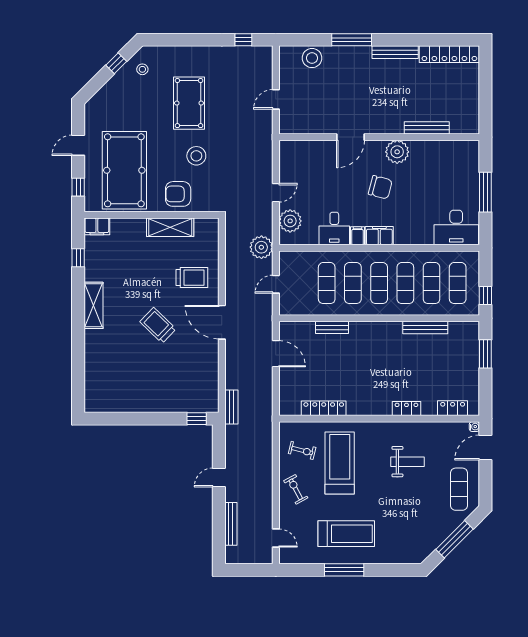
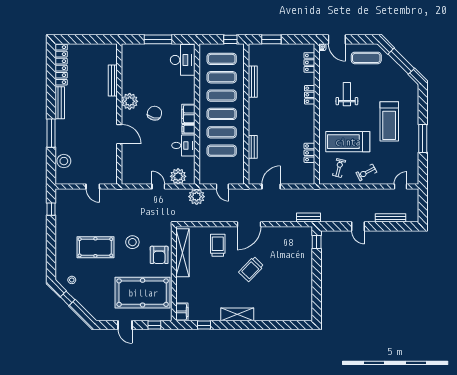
shelving: (170, 227) -> (183, 253), width x1.47
locker: (324, 408) -> (309, 153), width x0.66
treadmill: (346, 534) -> (389, 121), moved, turned 180

